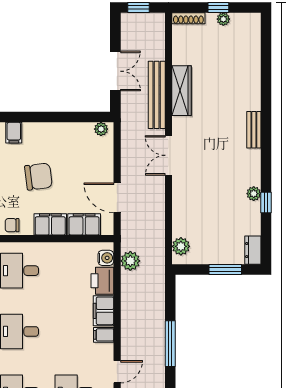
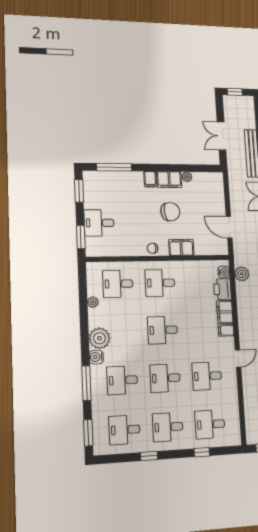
double door: (115, 71) -> (222, 136), swing flipped
plant: (101, 129) -> (187, 177), moved
filing cabinet: (84, 224) -> (169, 180), moved, turned 180

